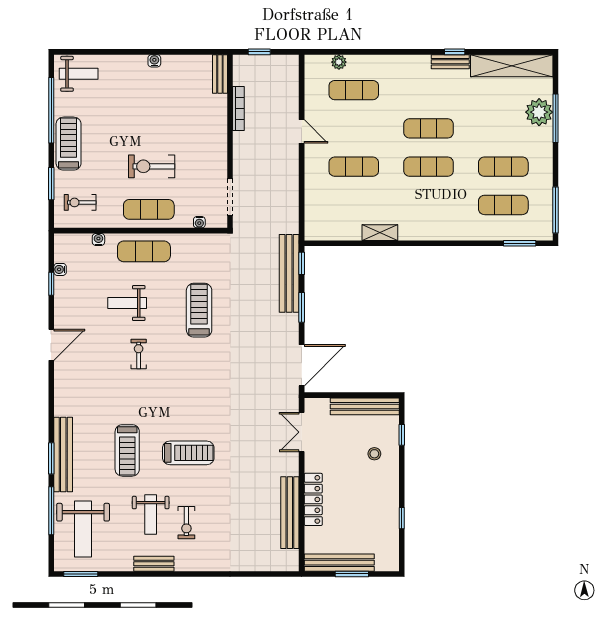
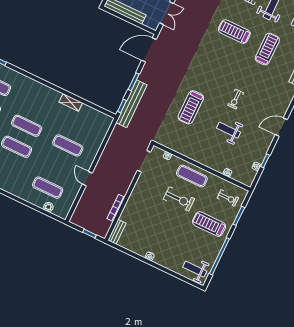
treadmill: (69, 144) -> (209, 224), moved, turned 90
exercise mat: (144, 251) -> (206, 154), removed
weight bench: (127, 303) -> (228, 130), turned 180

